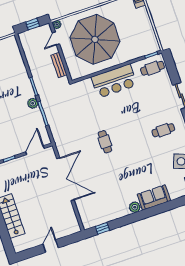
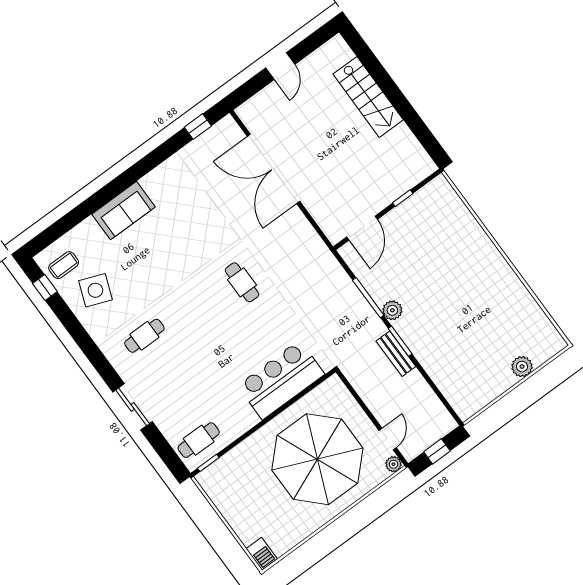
bench: (59, 65) -> (396, 354), moved
bar counter: (114, 81) -> (281, 380), moved
double door: (65, 179) -> (274, 169), moved
plant: (135, 207) -> (152, 182), removed

